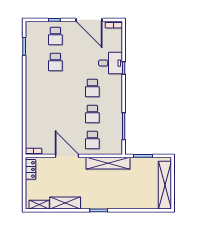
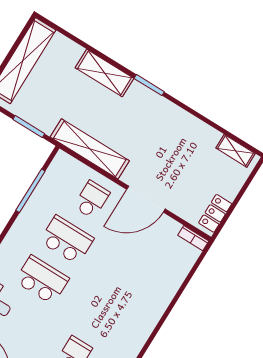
school desk: (92, 88) -> (42, 280), width x1.85
school desk: (92, 114) -> (67, 240), width x1.85
door: (67, 156) -> (146, 199), hinge flipped
shelving: (65, 203) -> (105, 73), moved

